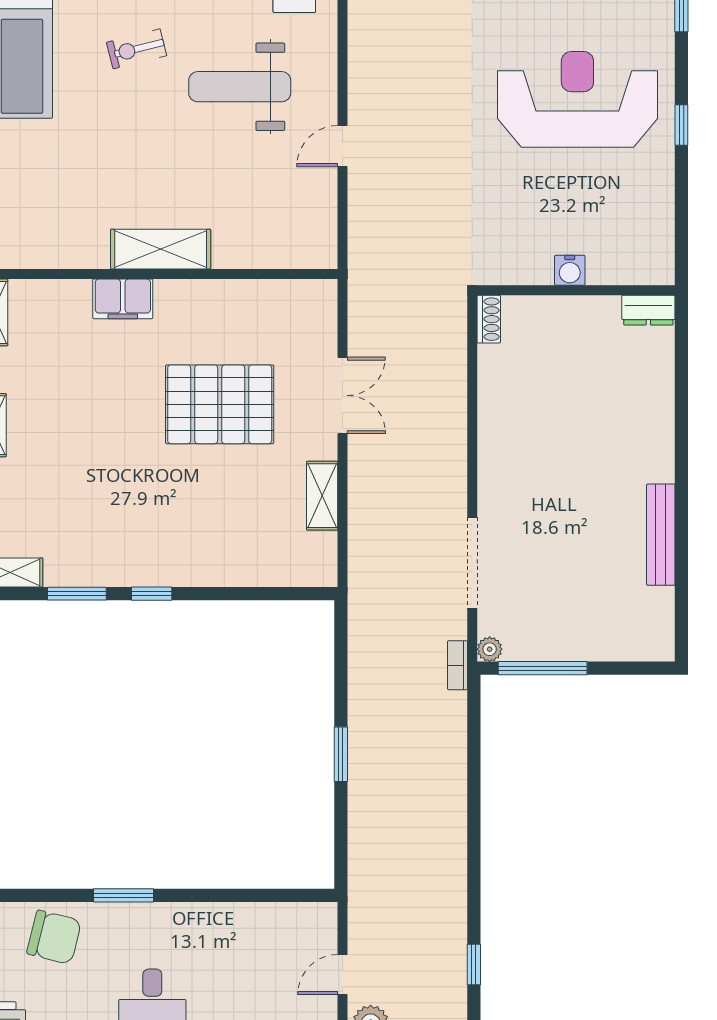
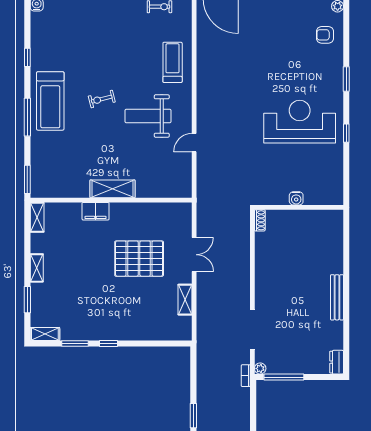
dresser: (648, 310) -> (337, 362), moved, turned 90
bench: (661, 535) -> (337, 297), moved

